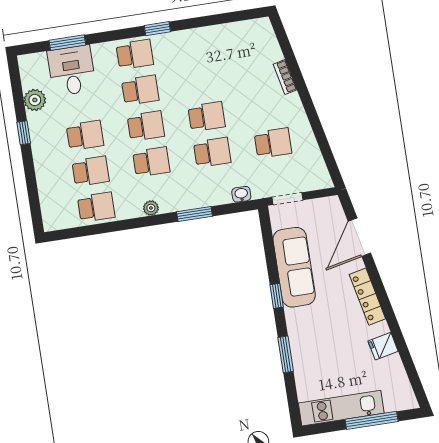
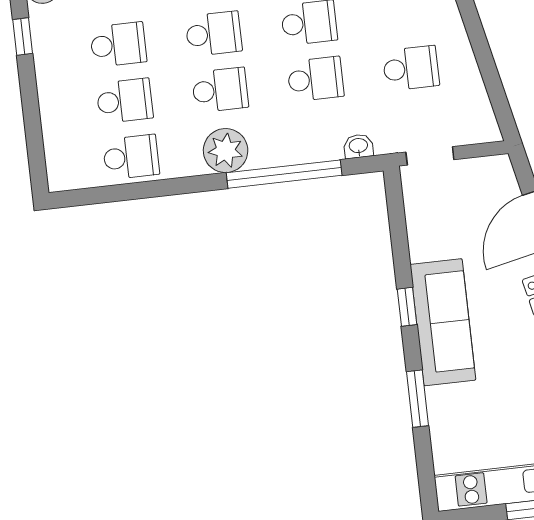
plant: (151, 208) -> (226, 151), width x1.87, depth x1.87
window: (195, 214) -> (284, 174), width x2.11
sofa: (294, 267) -> (443, 322), moved

